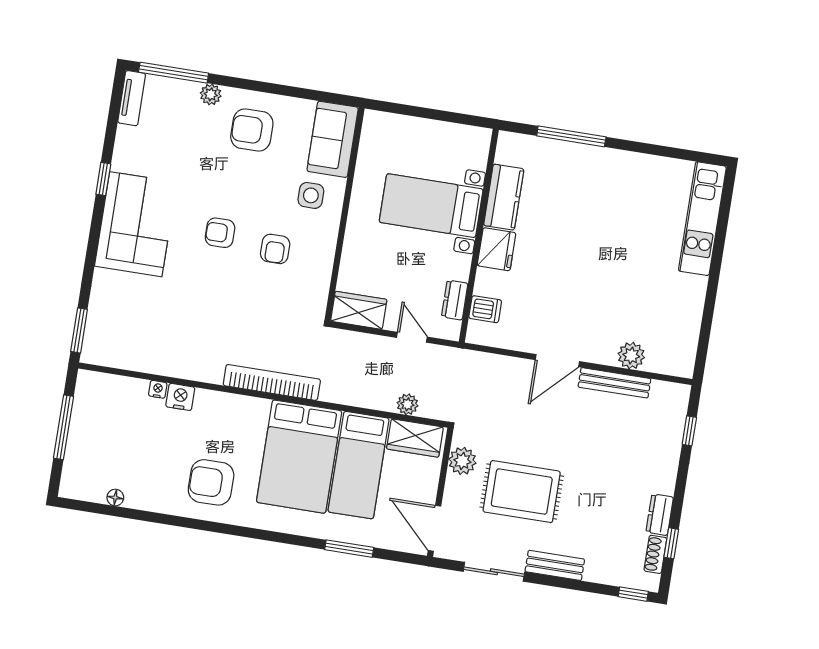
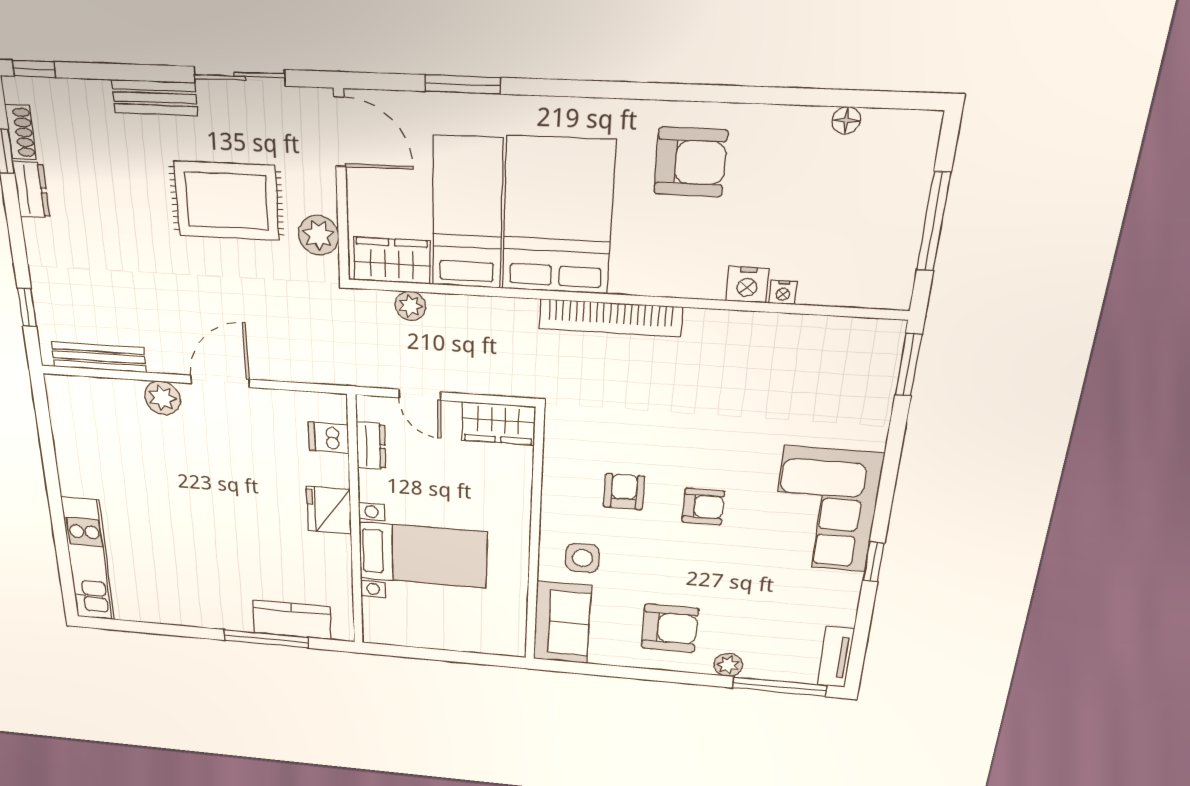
kitchen counter: (504, 197) -> (292, 620), moved, turned 90
plant: (631, 356) -> (162, 398), moved
bench: (614, 383) -> (99, 357), moved

